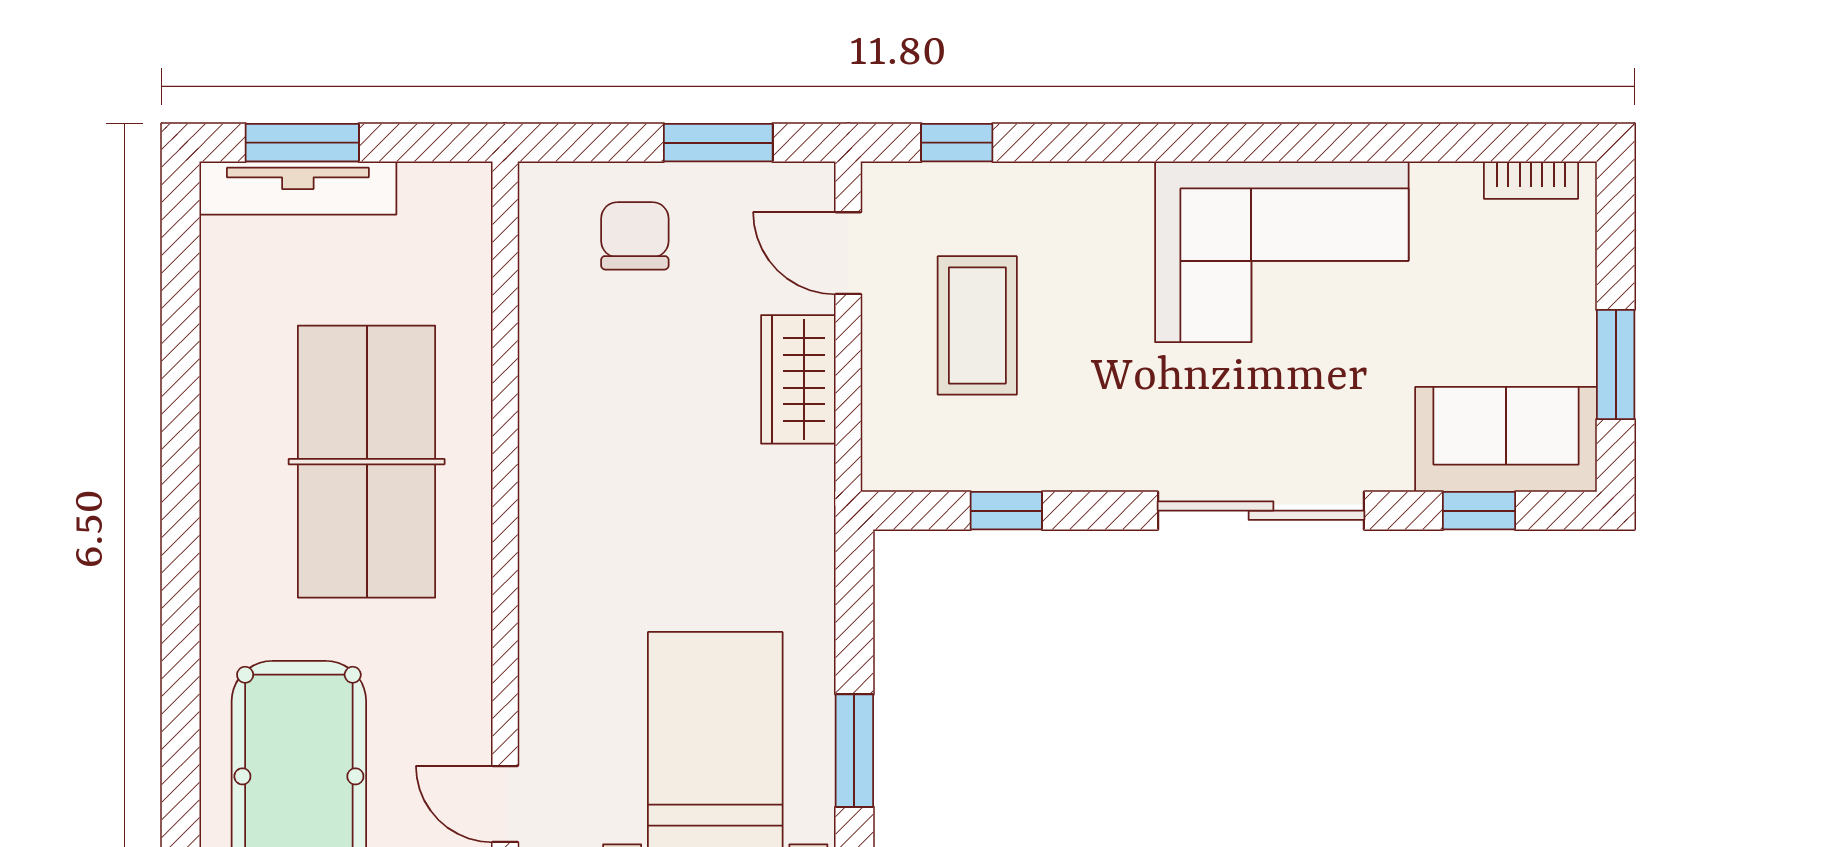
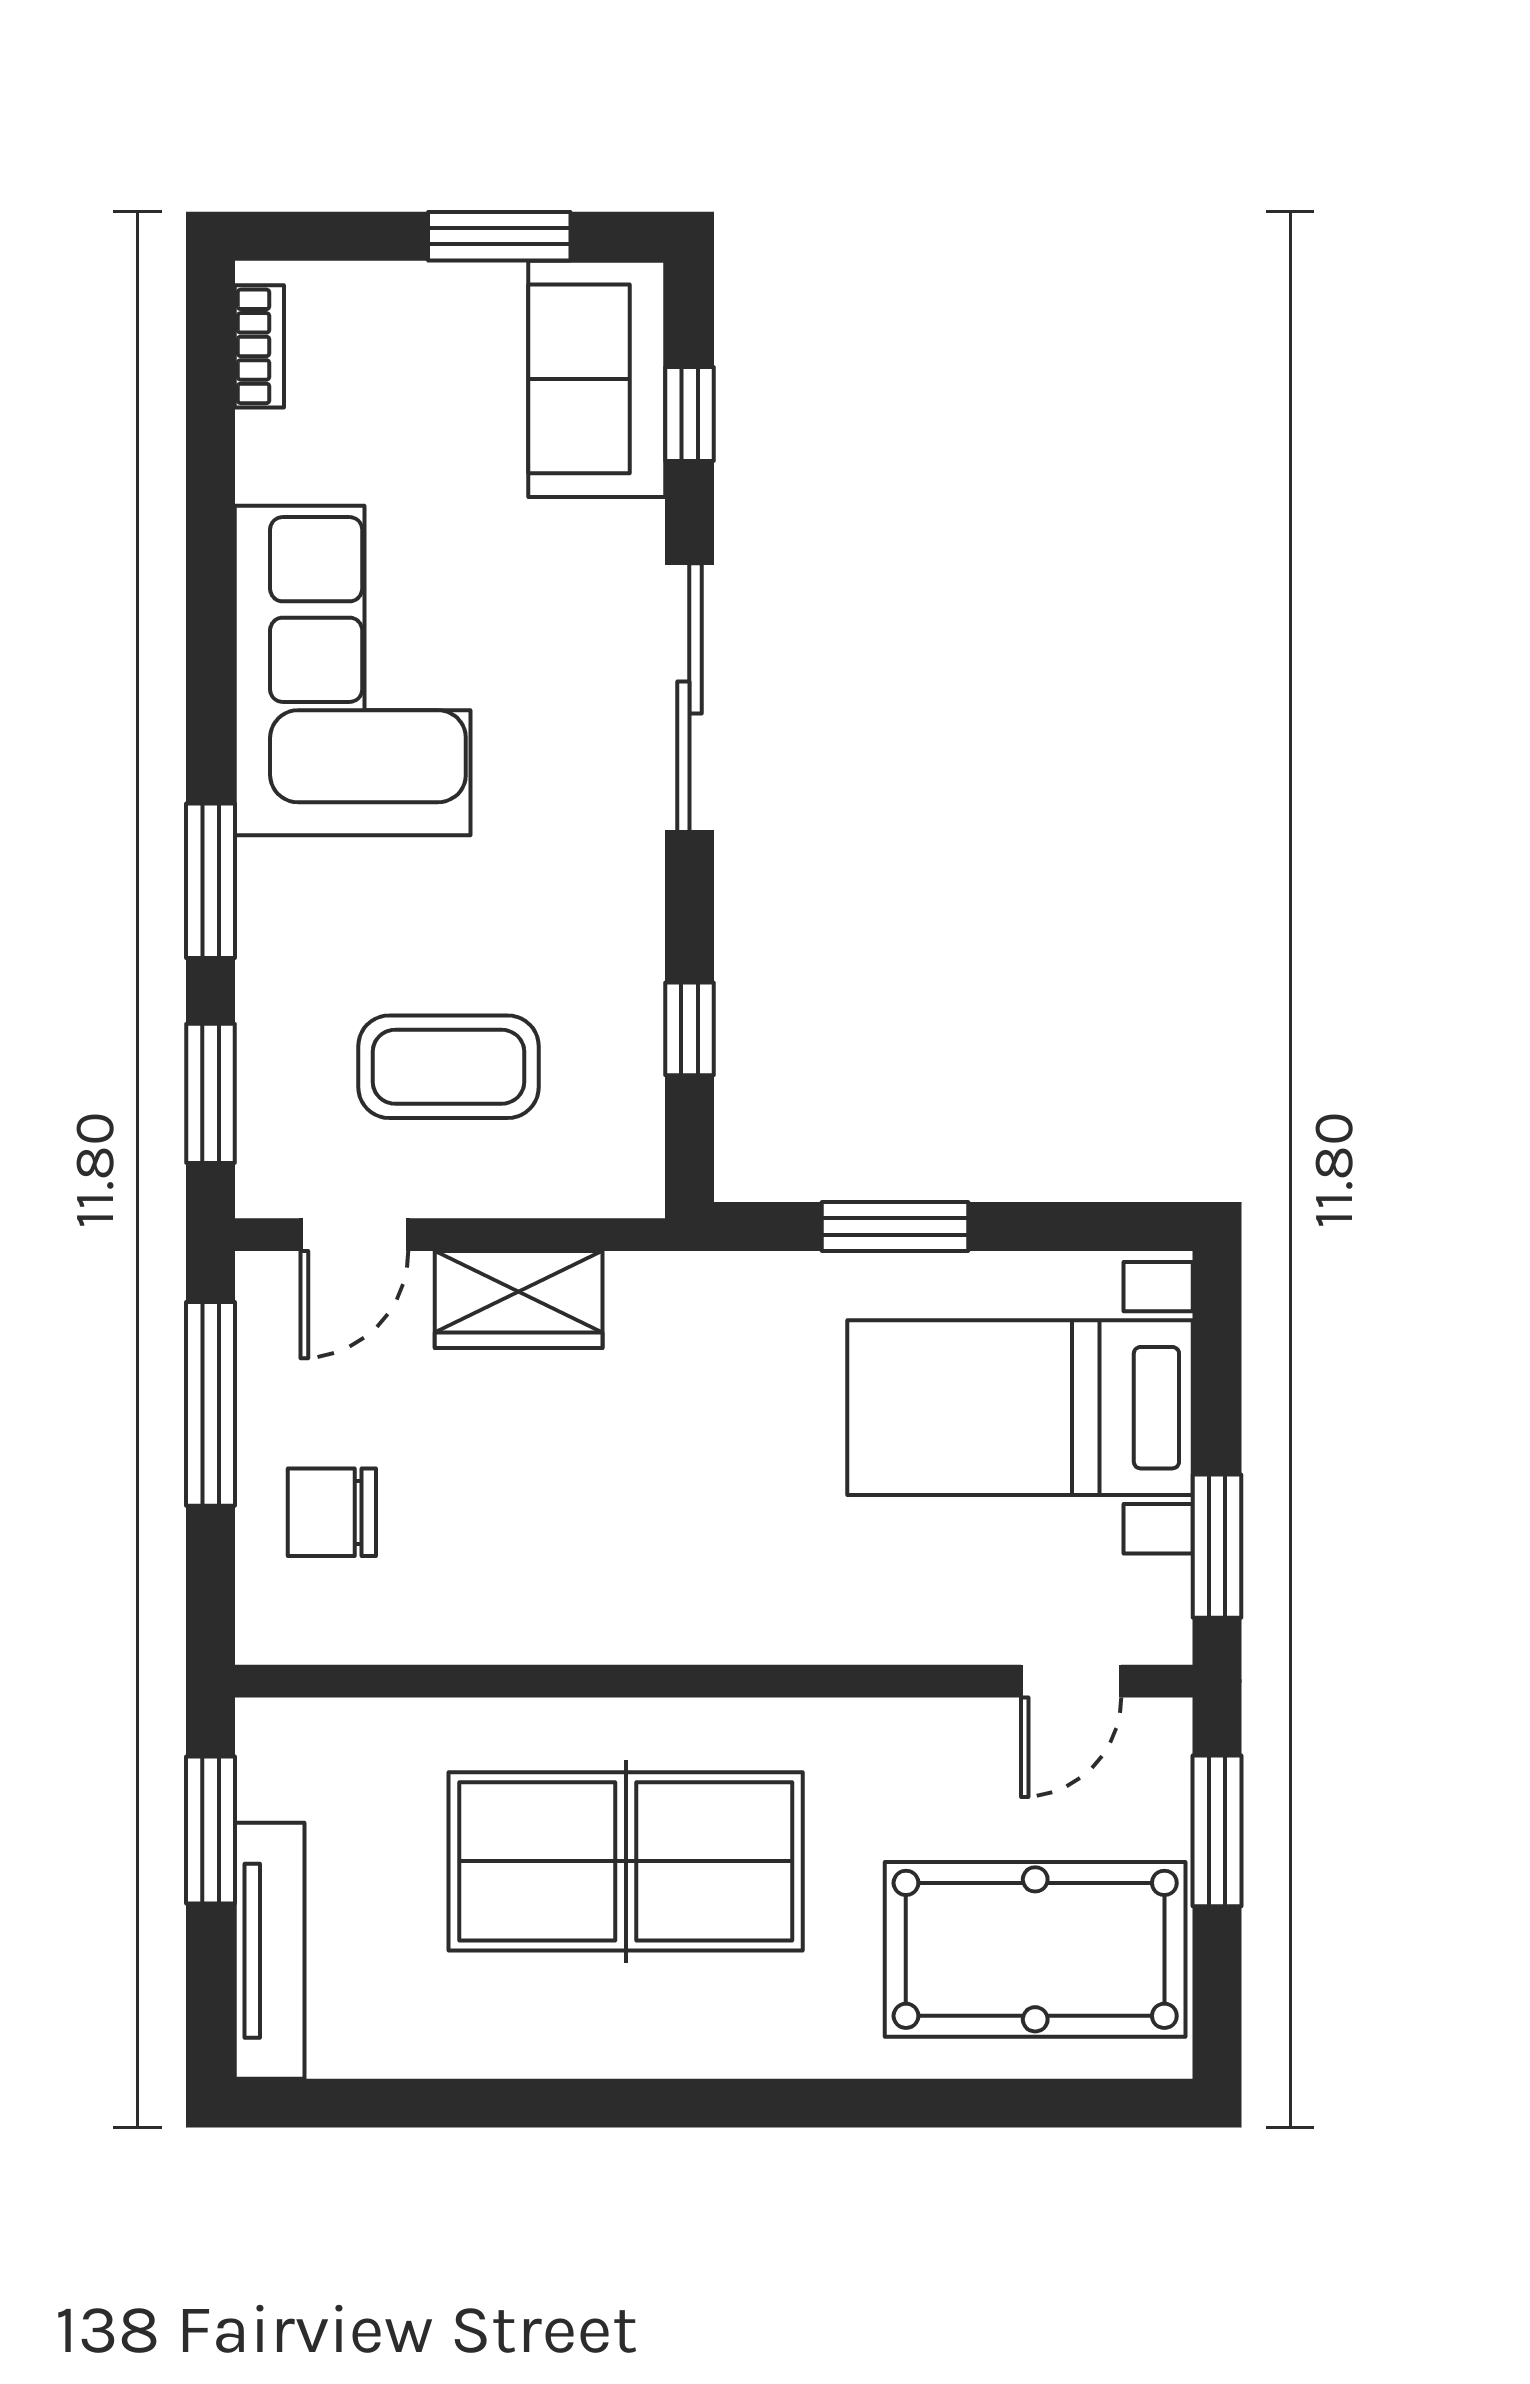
window: (302, 143) -> (211, 1830), moved
window: (718, 143) -> (211, 1404), width x1.44
window: (957, 143) -> (211, 1093), width x1.50
window: (1120, 143) -> (211, 881), added
window: (854, 751) -> (895, 1227), moved

